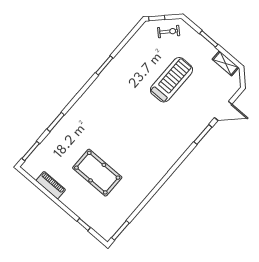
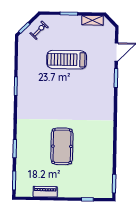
treadmill: (171, 80) -> (67, 60), turned -90
pool table: (97, 173) -> (62, 146), moved, turned 90

